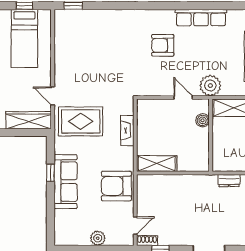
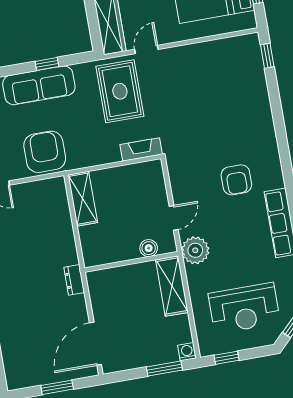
armchair: (163, 45) -> (236, 180), turned 180
fireplace: (127, 131) -> (141, 149), moved
dresser: (229, 181) -> (74, 280), moved

